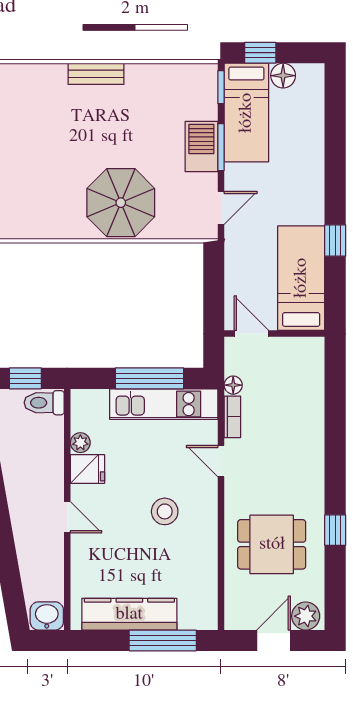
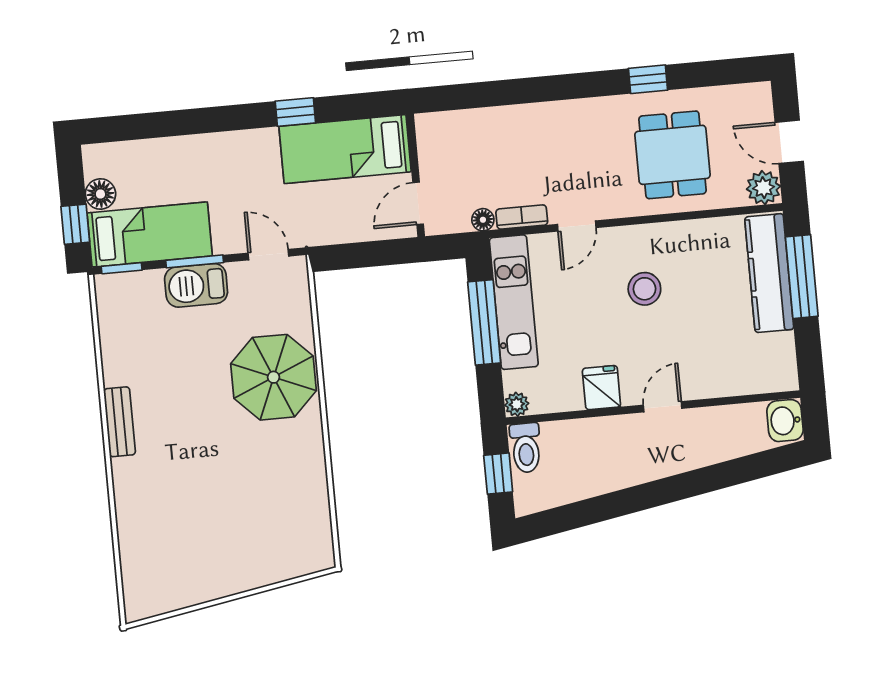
plant: (80, 443) -> (517, 404), moved
kitchen counter: (129, 614) -> (769, 273), moved
plant: (306, 616) -> (763, 188), moved

